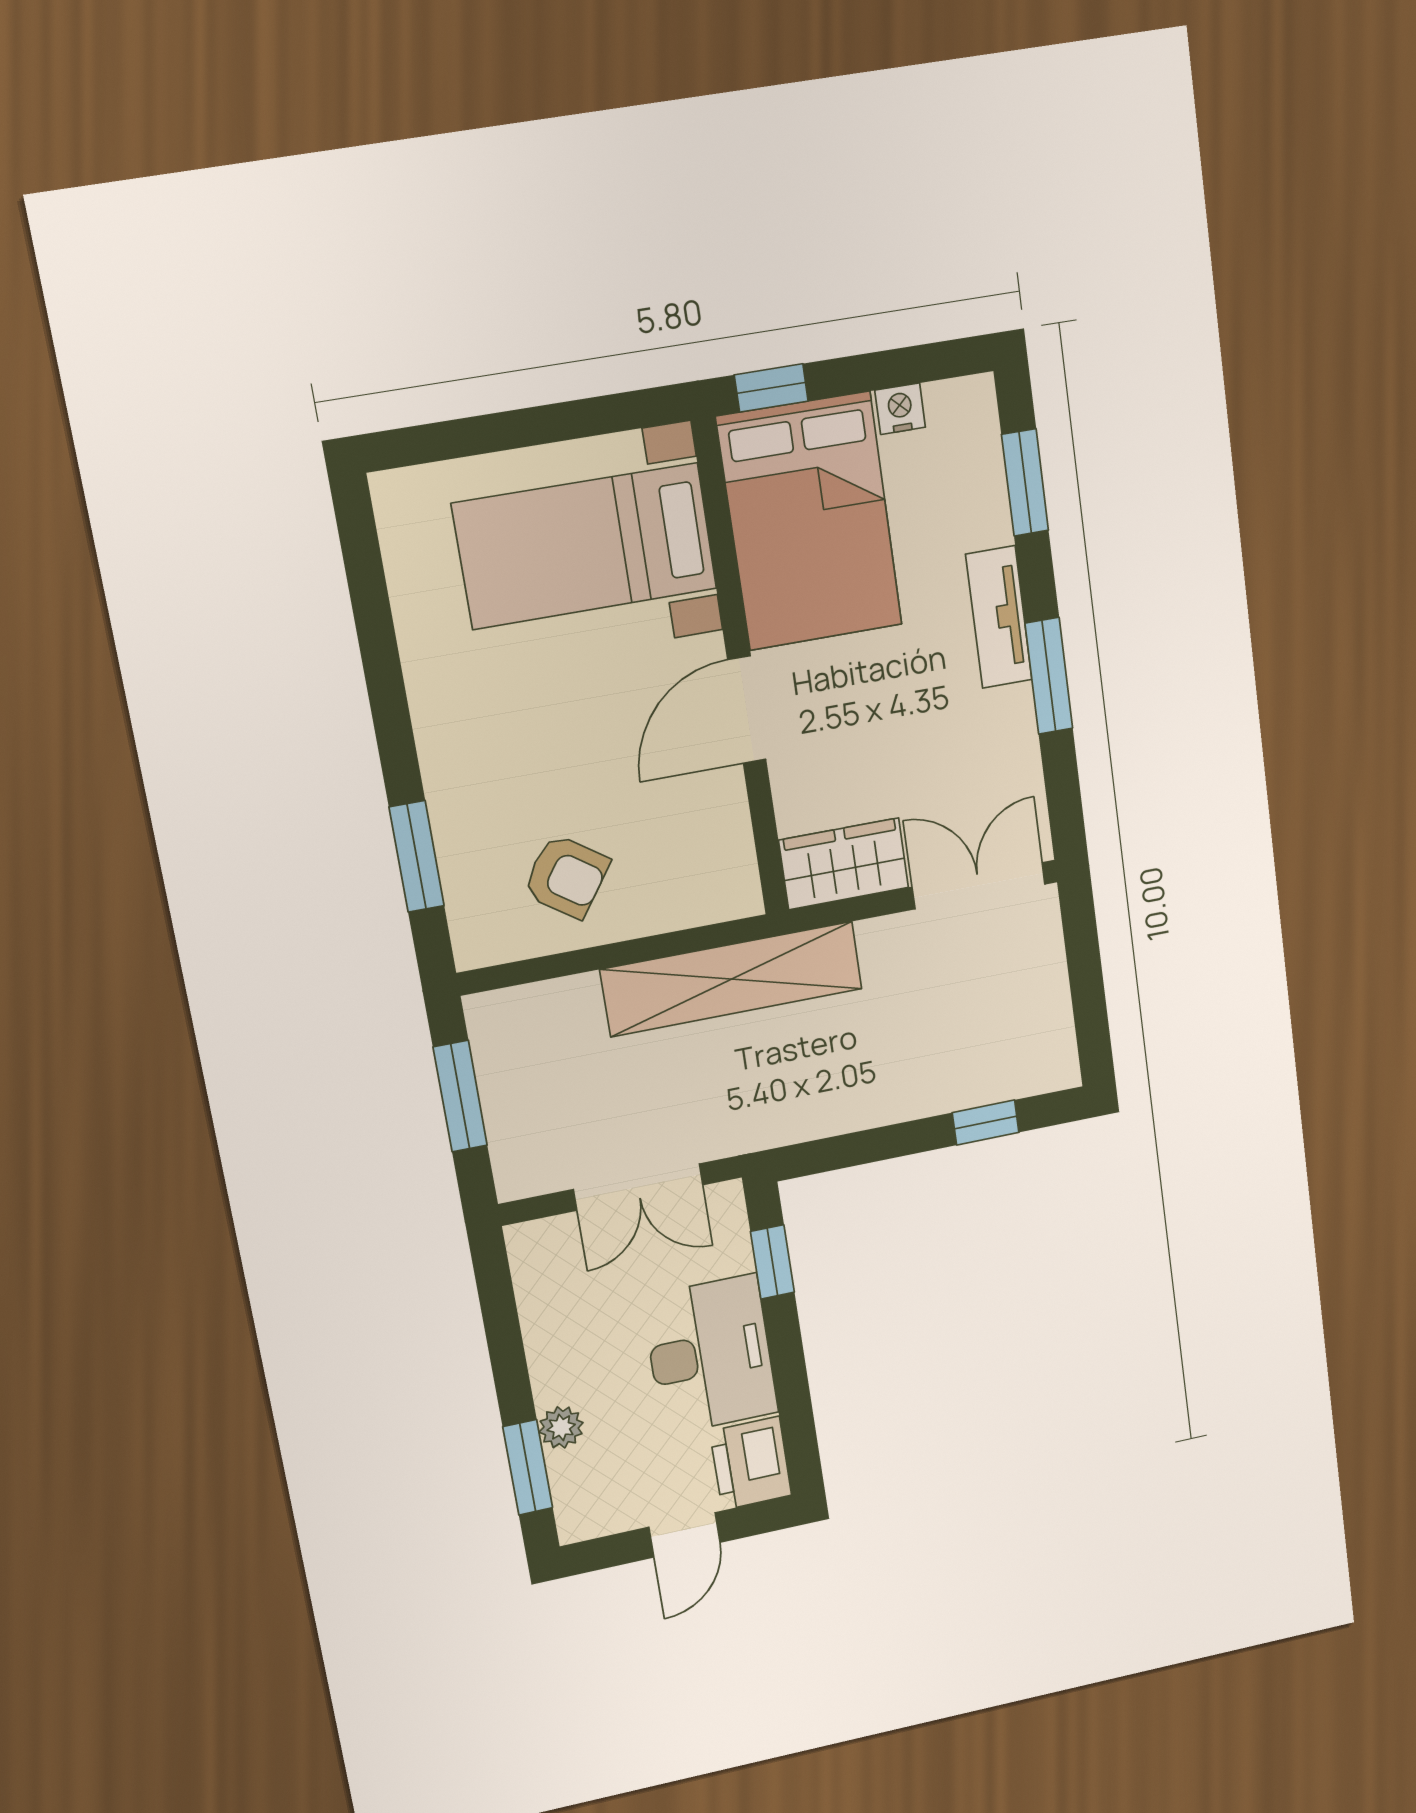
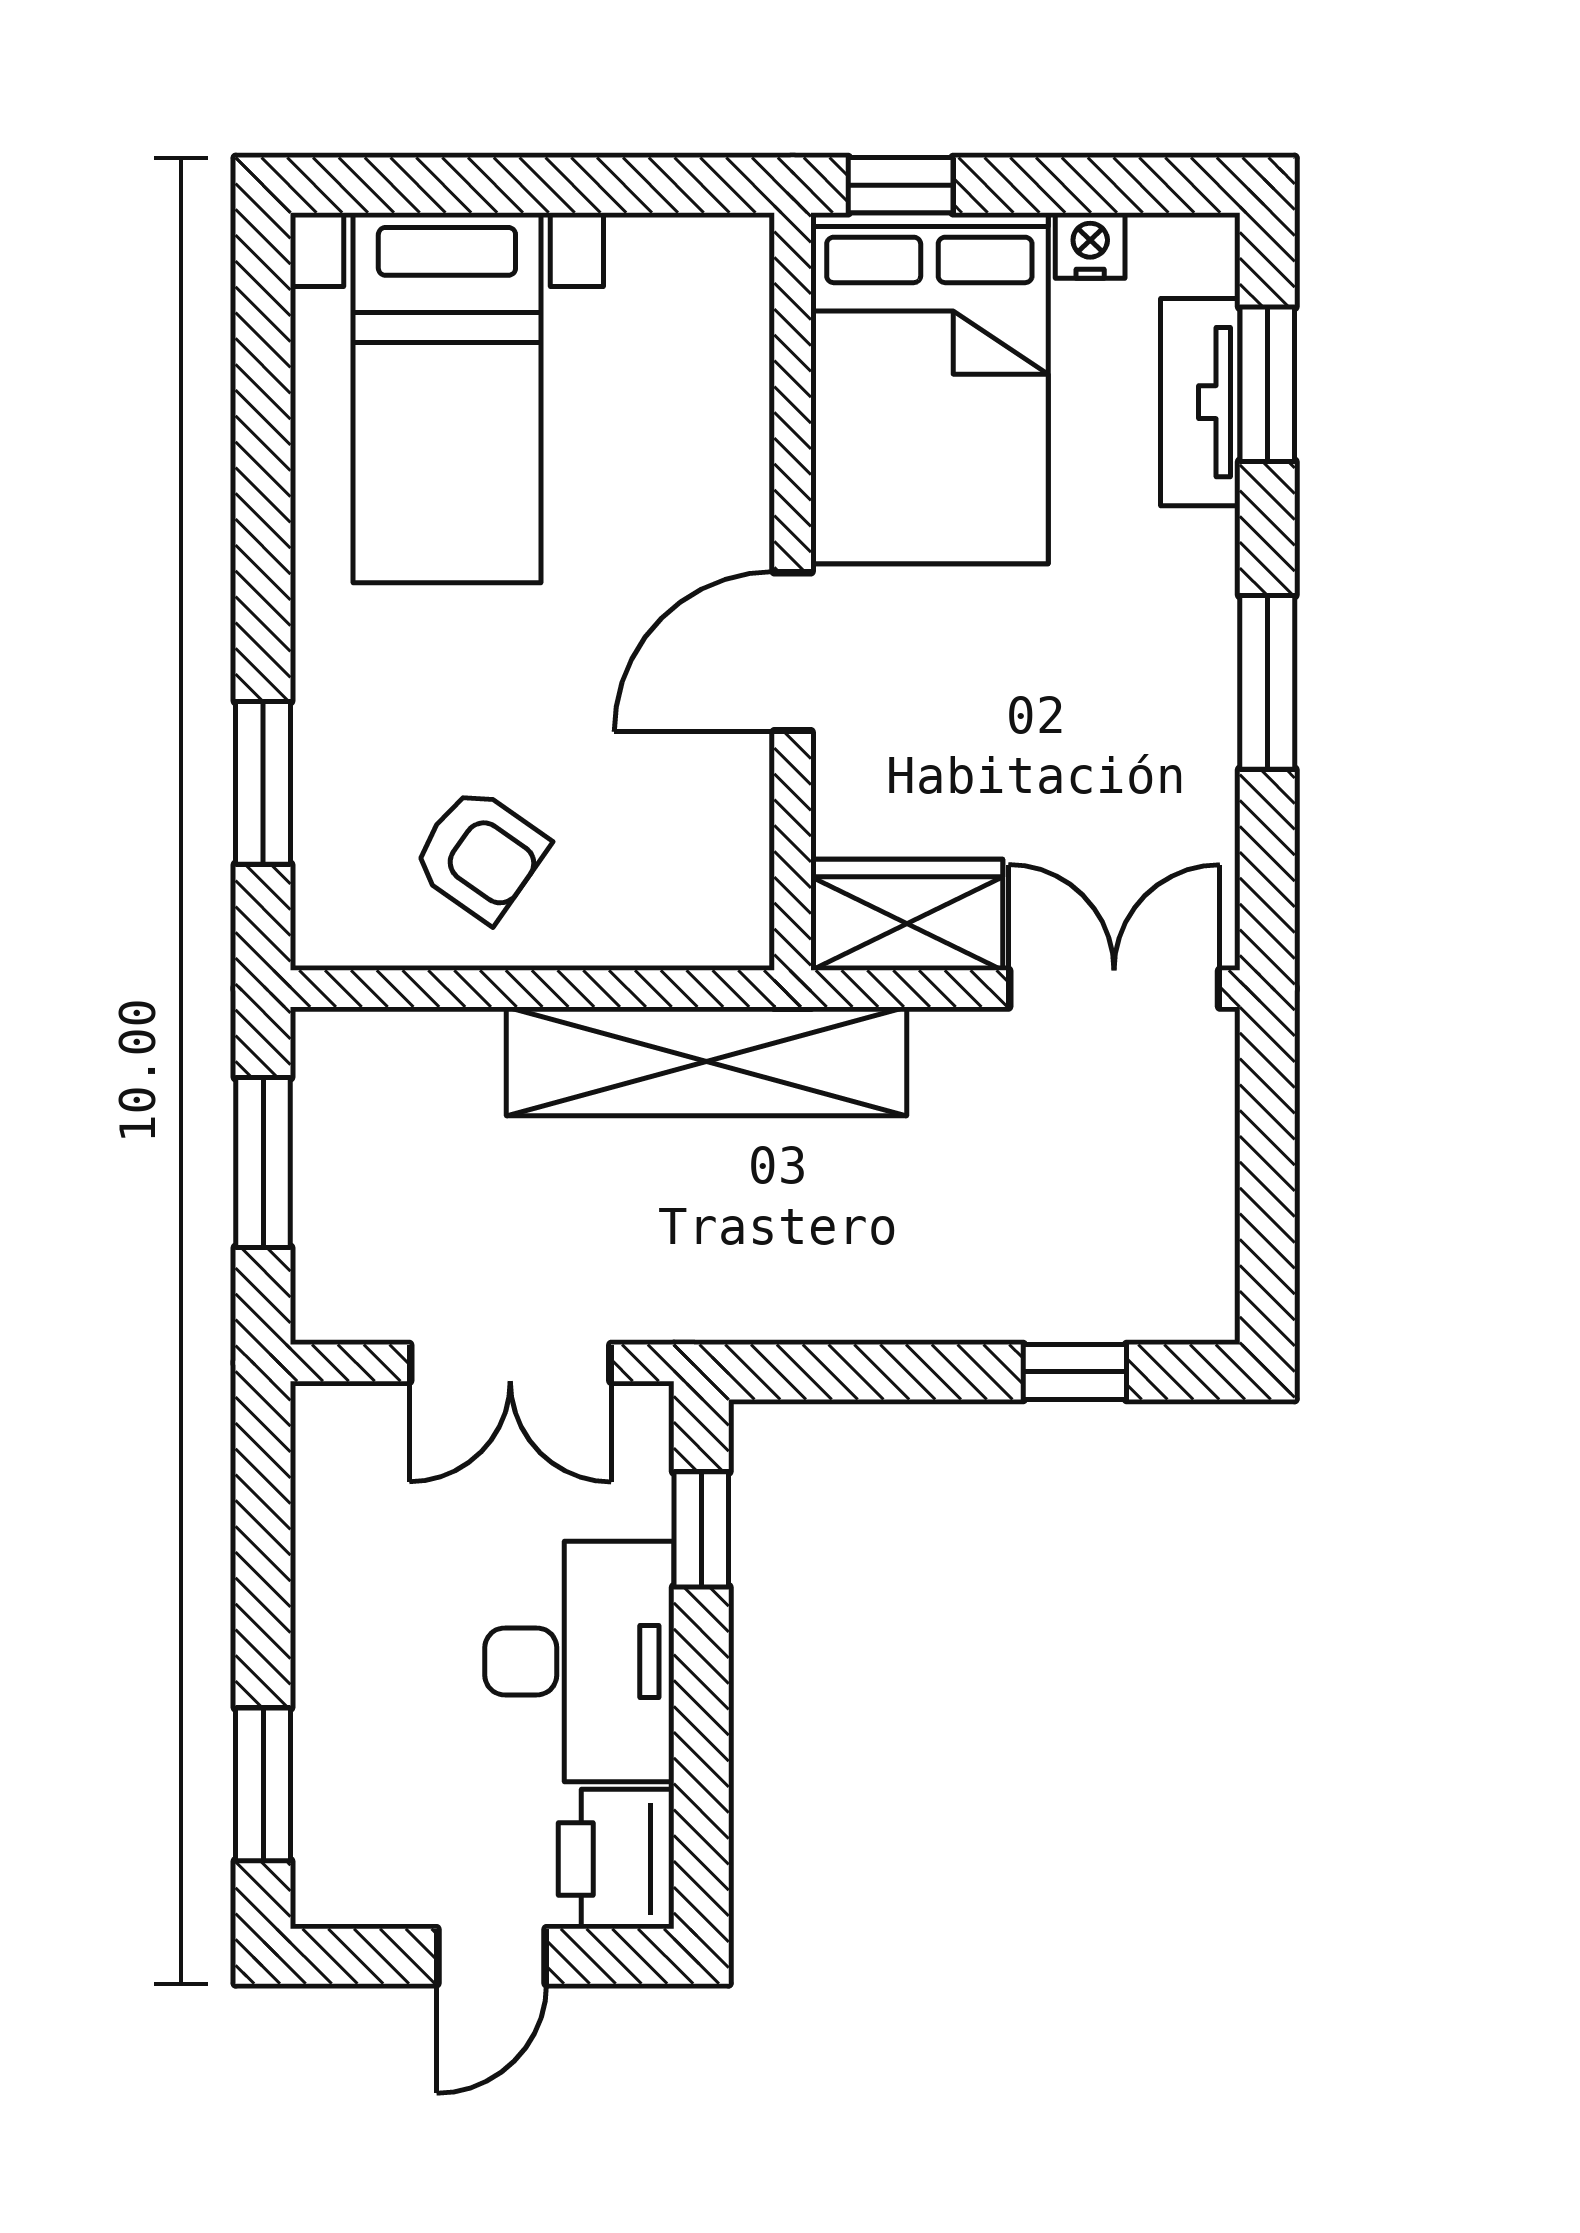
bed with nightstands: (585, 546) -> (447, 398), moved, turned -90
tv unit: (999, 617) -> (1200, 402), moved
plant: (561, 1427) -> (326, 1730), removed

